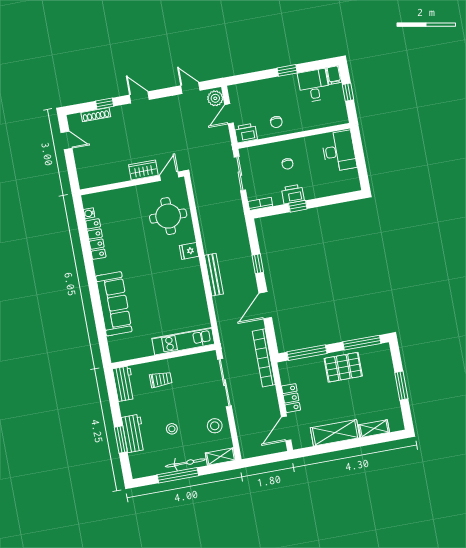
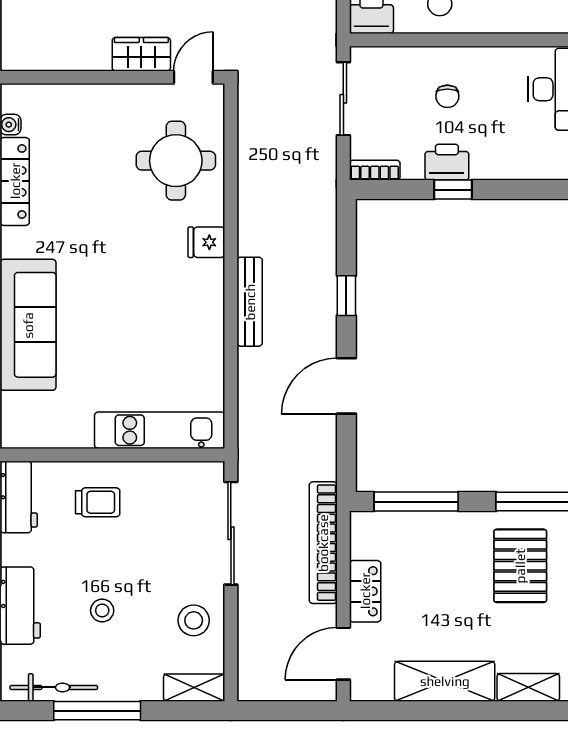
bookcase: (264, 358) -> (323, 543), moved
pallet: (343, 367) -> (520, 566), moved, turned 90
bicycle: (185, 463) -> (54, 687), moved

